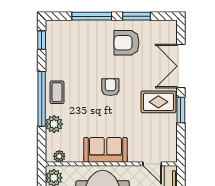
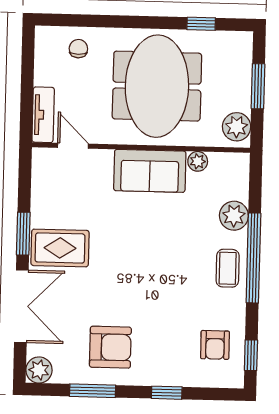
window: (92, 16) -> (167, 393), width x0.46
plant: (169, 28) -> (39, 370), added
armchair: (110, 87) -> (215, 345), moved
plant: (59, 156) -> (198, 161), moved

